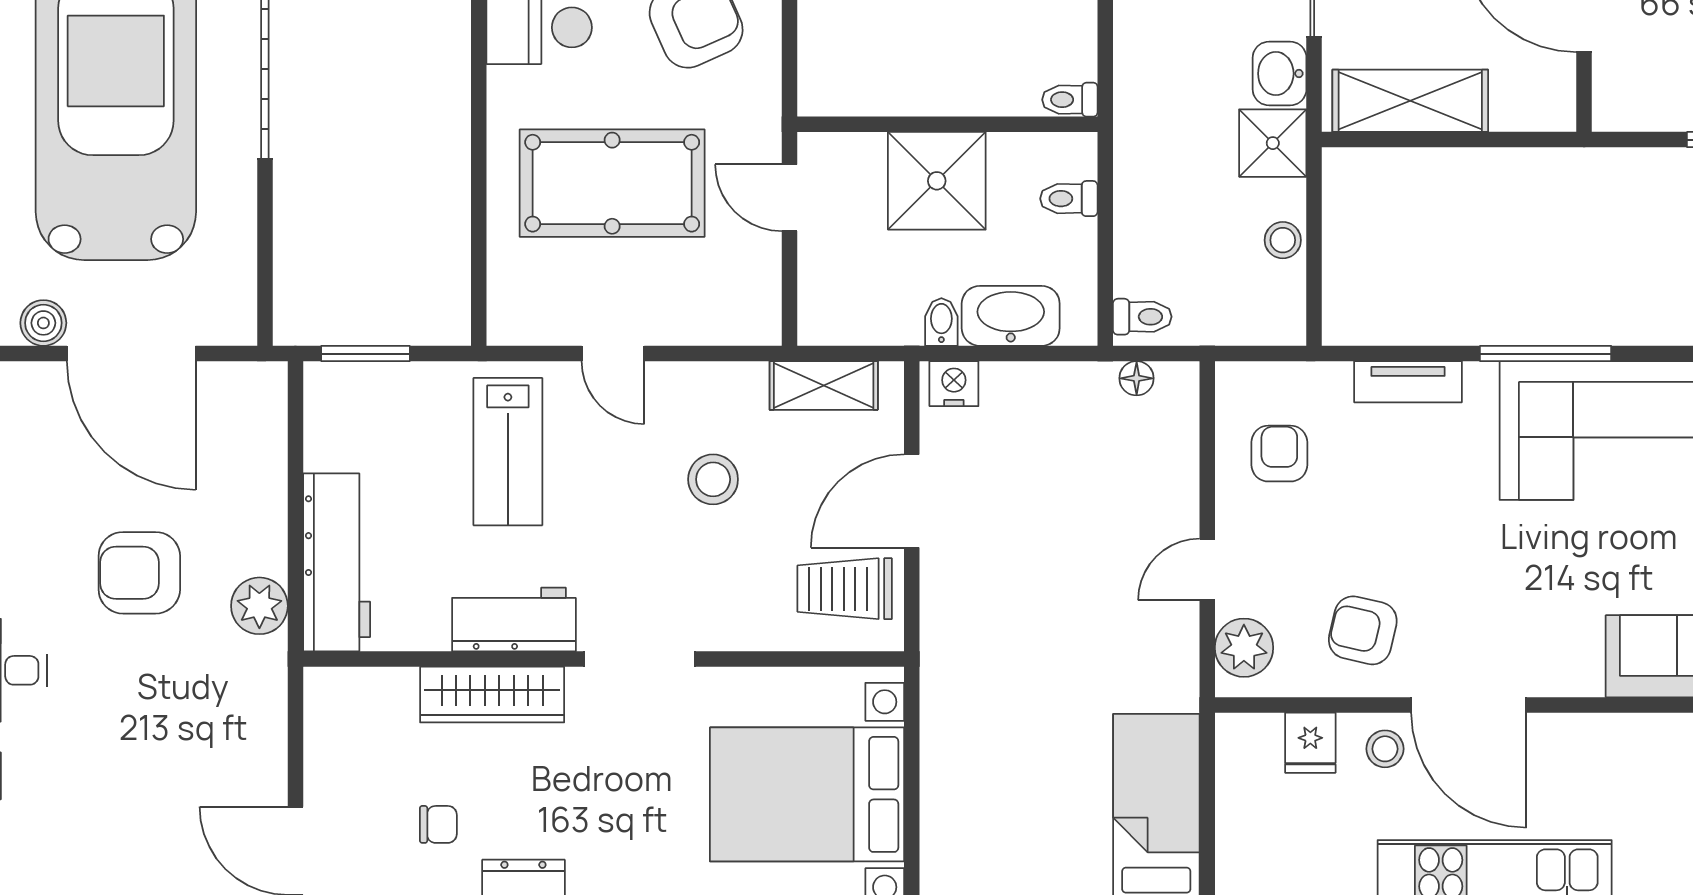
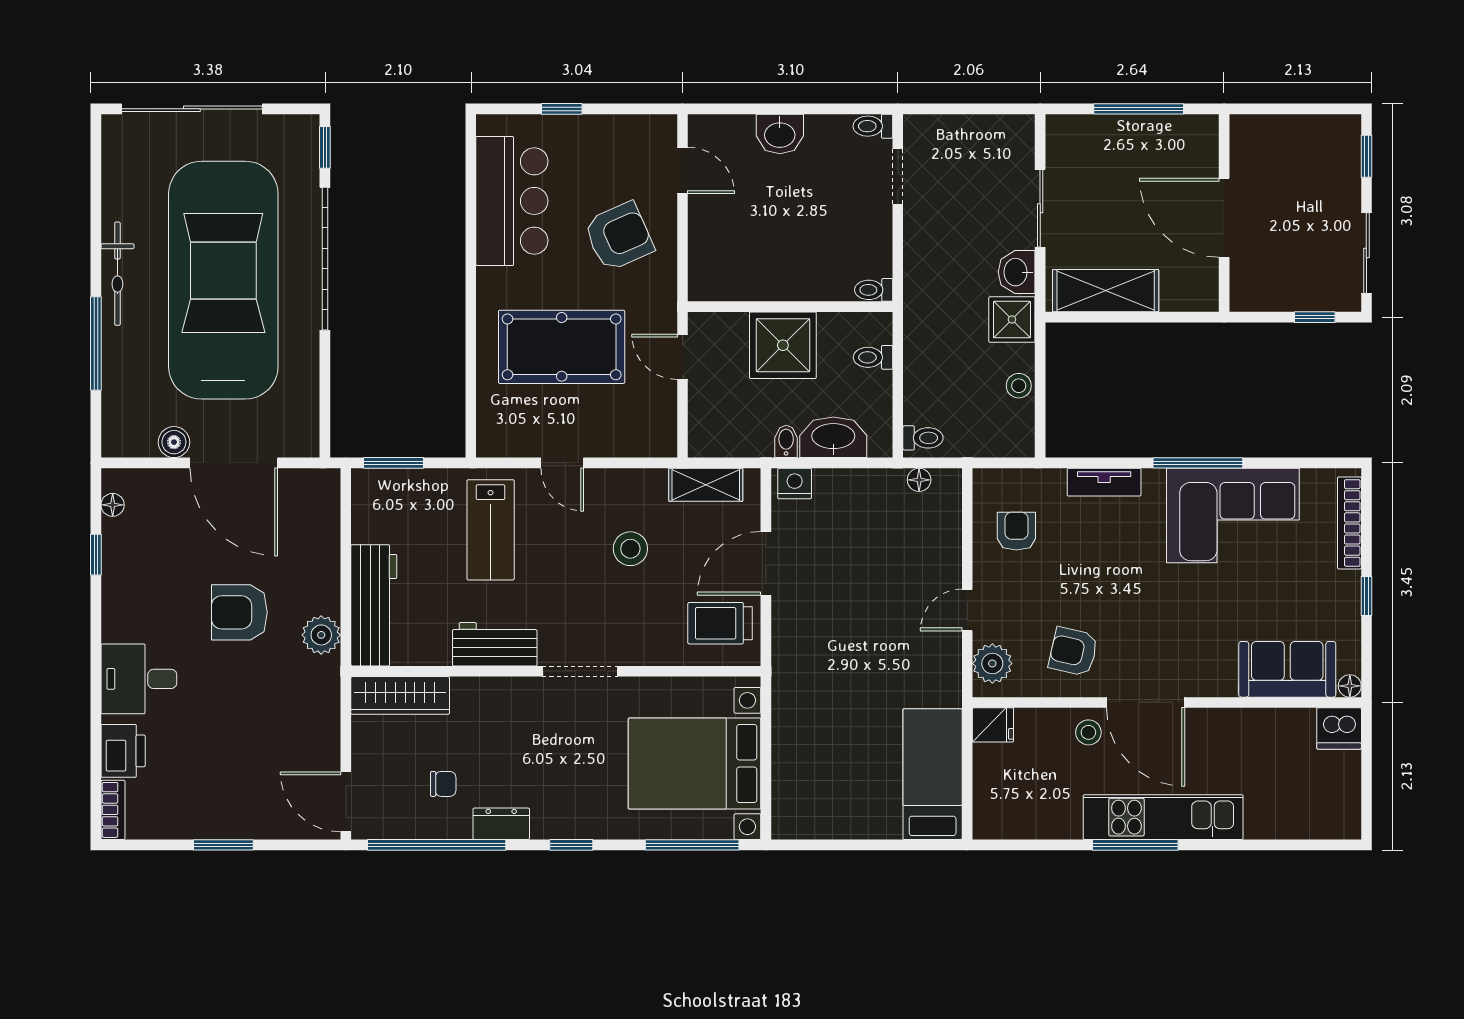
wardrobe: (492, 695) -> (400, 695), moved
fridge: (1310, 743) -> (993, 725), moved, turned -90

